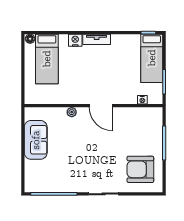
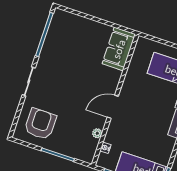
plant: (72, 112) -> (97, 133), moved
sofa: (36, 140) -> (119, 49), moved, turned 90

